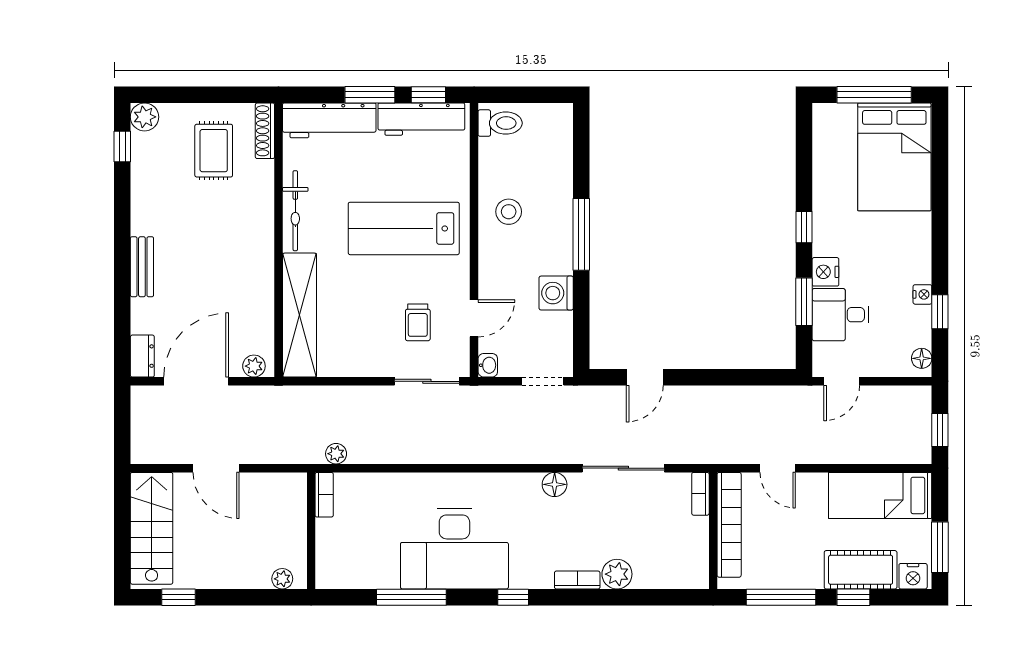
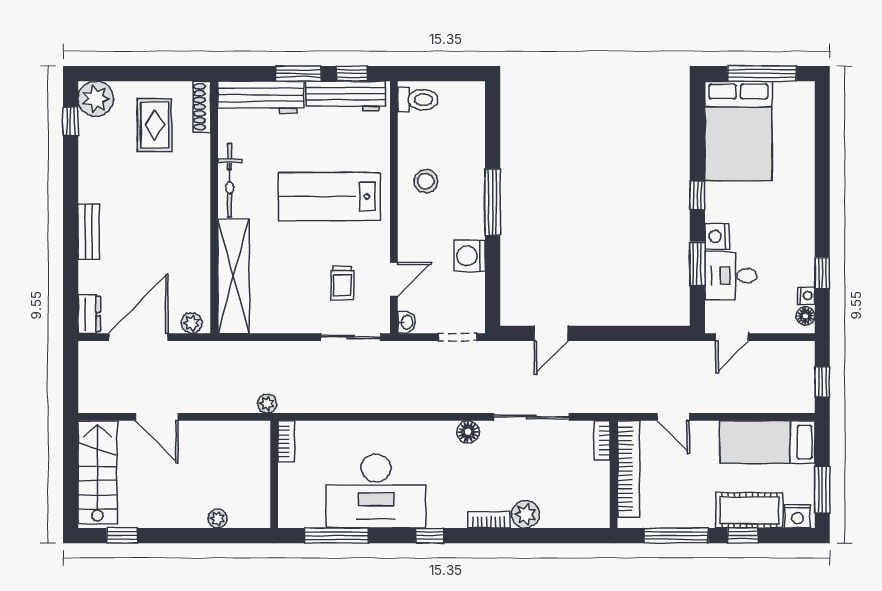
plant: (145, 117) -> (96, 99), width x1.36, depth x1.36
bed: (894, 157) -> (738, 131), moved
nightstand: (922, 294) -> (806, 296), moved
bookcase: (324, 495) -> (286, 441), moved
wall: (311, 531) -> (274, 474), moved

